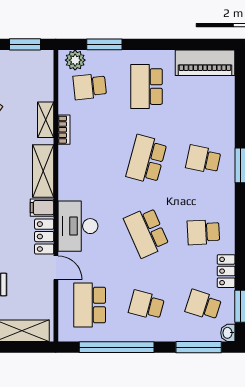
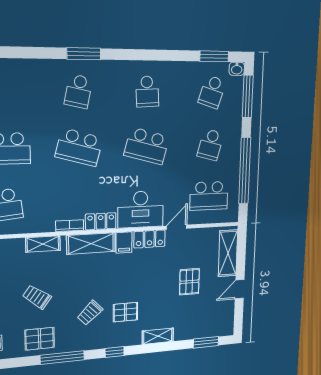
bookcase: (64, 130) -> (70, 226), moved
school desk: (146, 232) -> (147, 146), turned 39
locker: (226, 271) -> (101, 221), moved, turned 180

